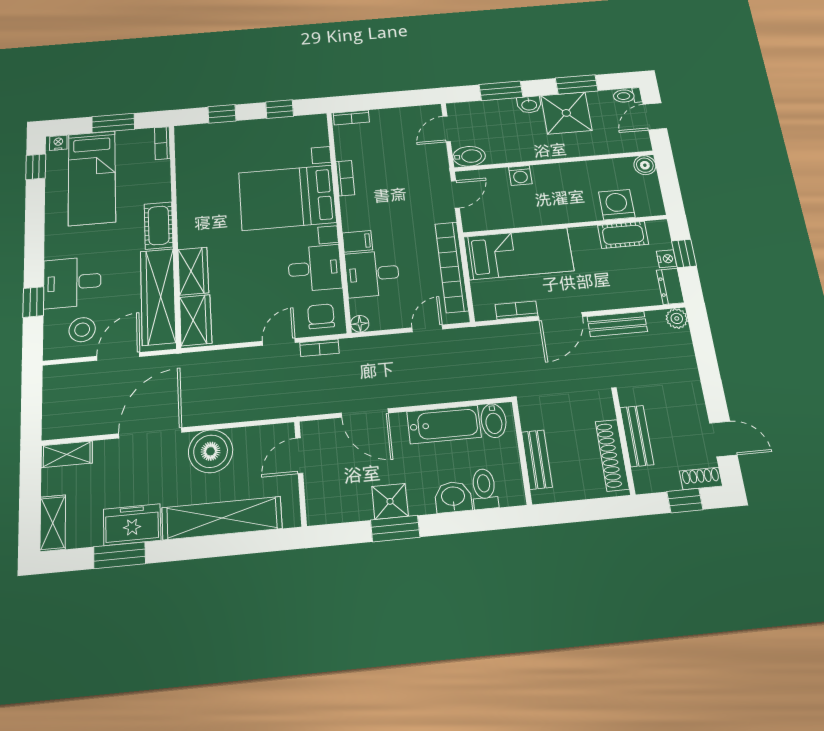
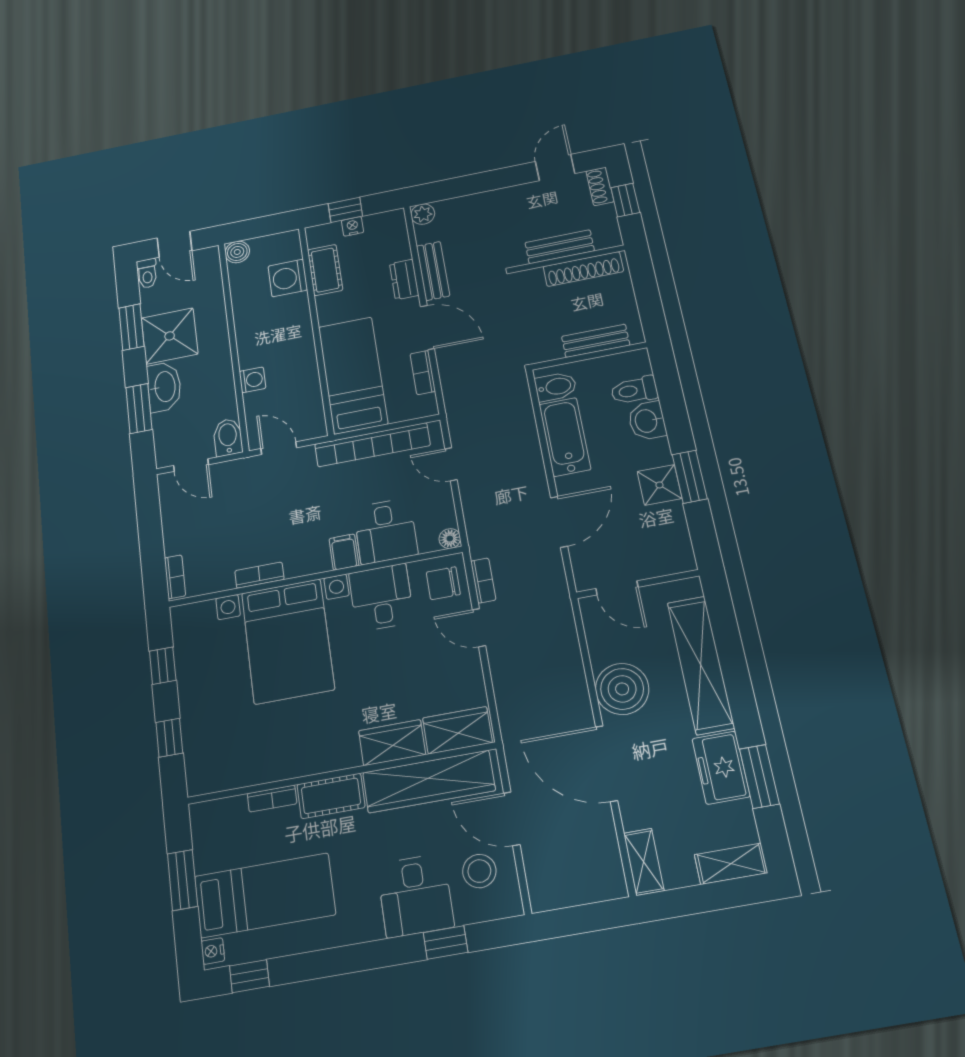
washbasin: (529, 105) -> (164, 387), width x1.91, depth x1.45
bookcase: (162, 143) -> (272, 798), moved
dresser: (670, 286) -> (404, 279), moved, turned 90

